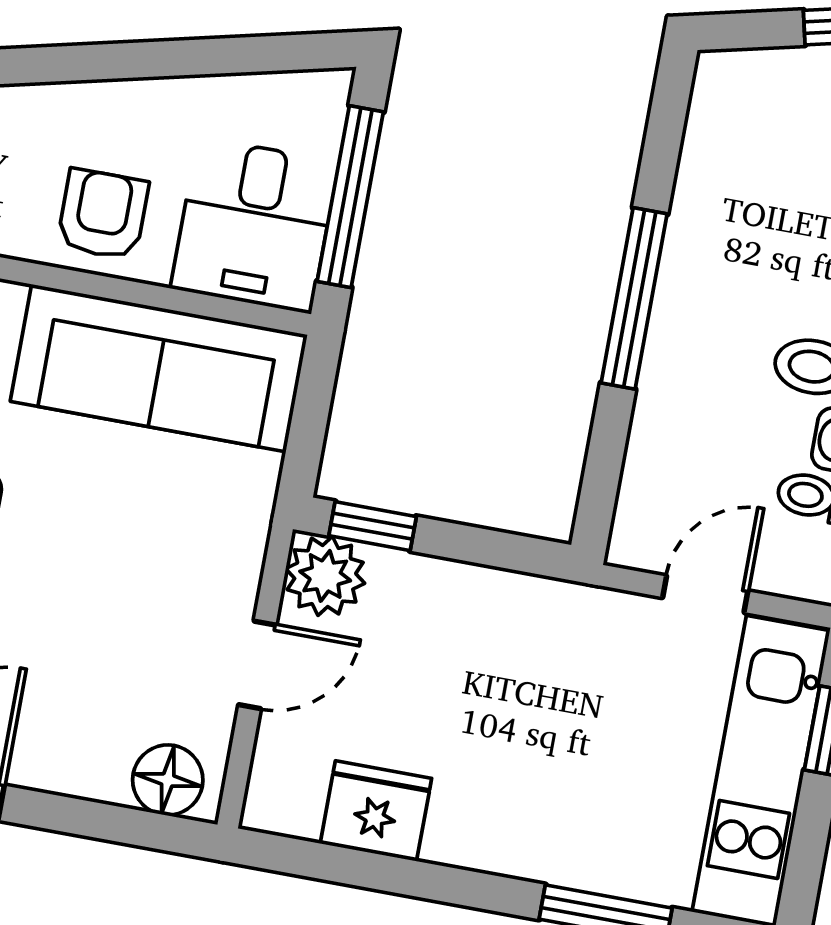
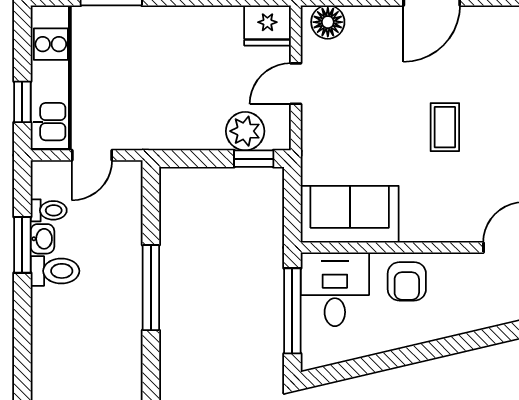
sofa: (159, 368) -> (350, 214), width x0.73
plant: (325, 576) -> (245, 131), moved
fridge: (376, 811) -> (267, 25), moved

